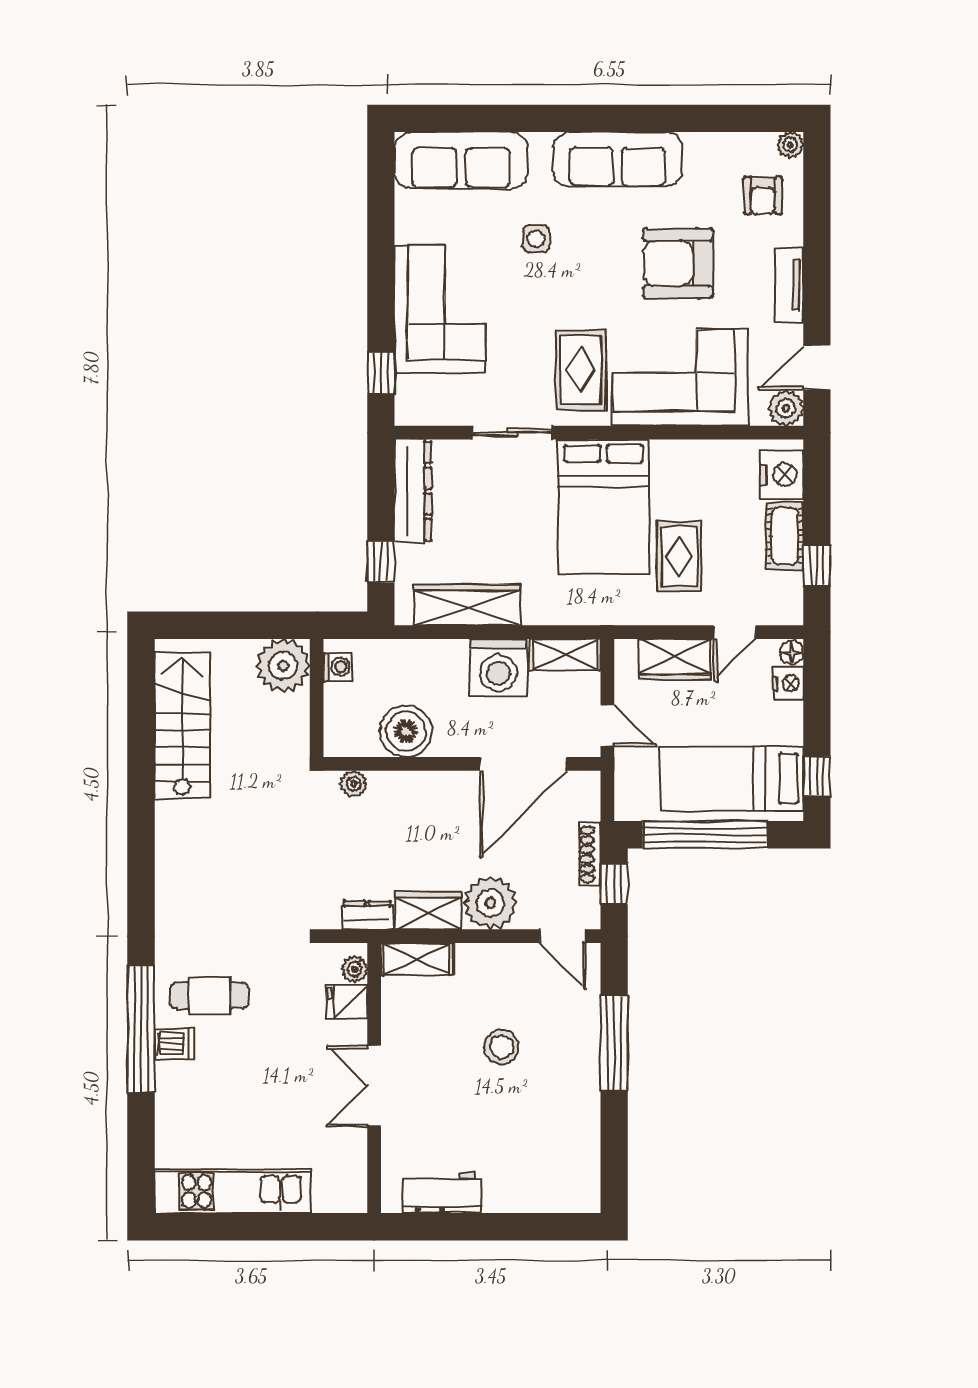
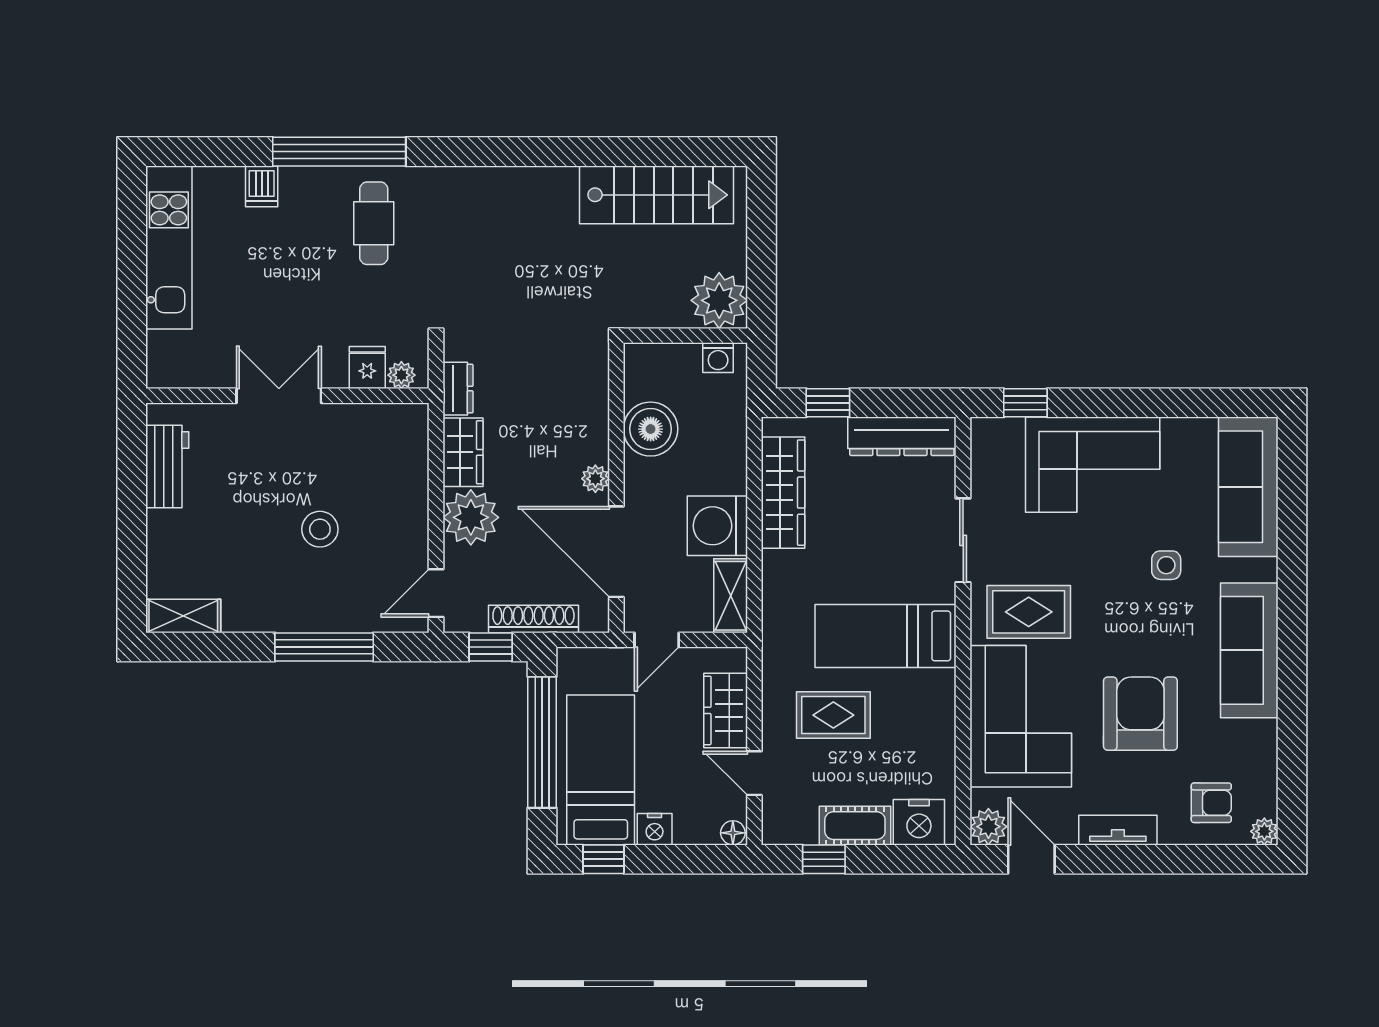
armchair: (763, 196) -> (1211, 803), turned 180
bed: (604, 507) -> (886, 636), width x0.67
nightstand: (788, 683) -> (655, 829), moved
plant: (354, 784) -> (595, 479), moved
shoe rack: (590, 854) -> (533, 619), width x1.36, depth x1.24
shelving: (417, 959) -> (183, 616), moved, turned 90
dishwasher: (174, 1044) -> (262, 186), moved

